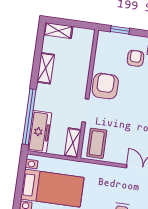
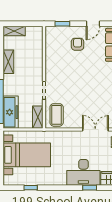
armchair: (105, 86) -> (57, 69), removed

